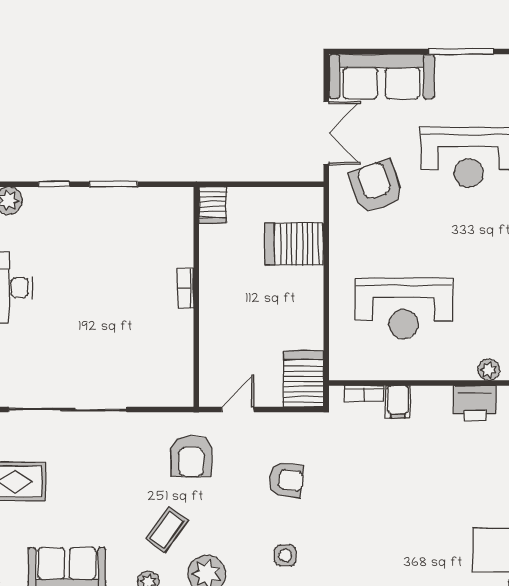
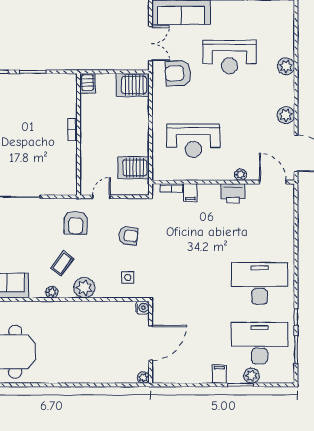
armchair: (376, 187) -> (178, 73), turned -75
server rack: (294, 244) -> (133, 85), moved
server rack: (304, 379) -> (134, 168), moved, turned -90

